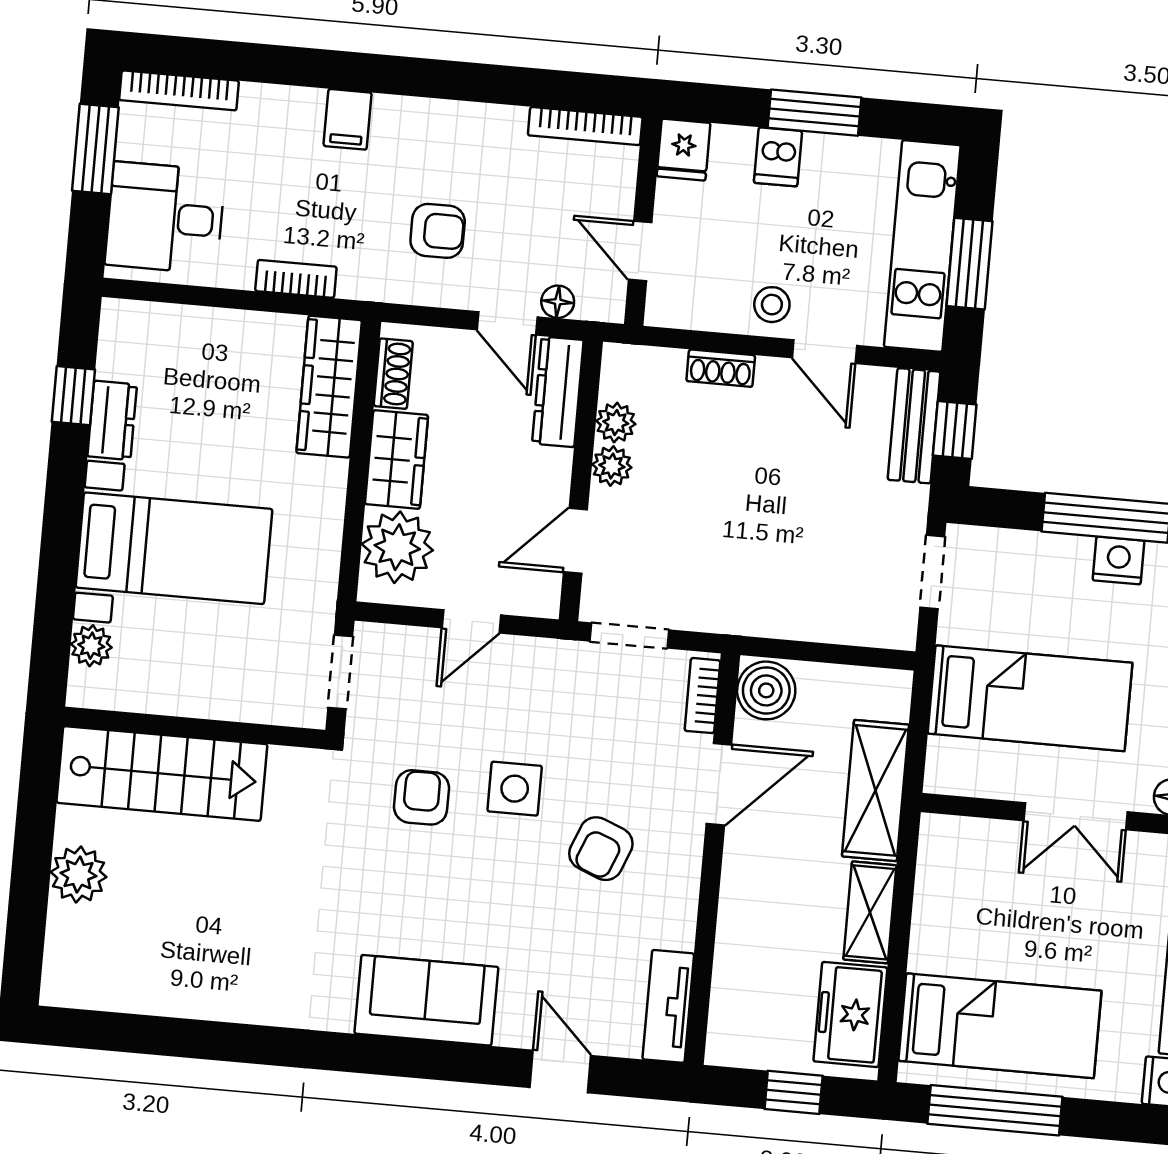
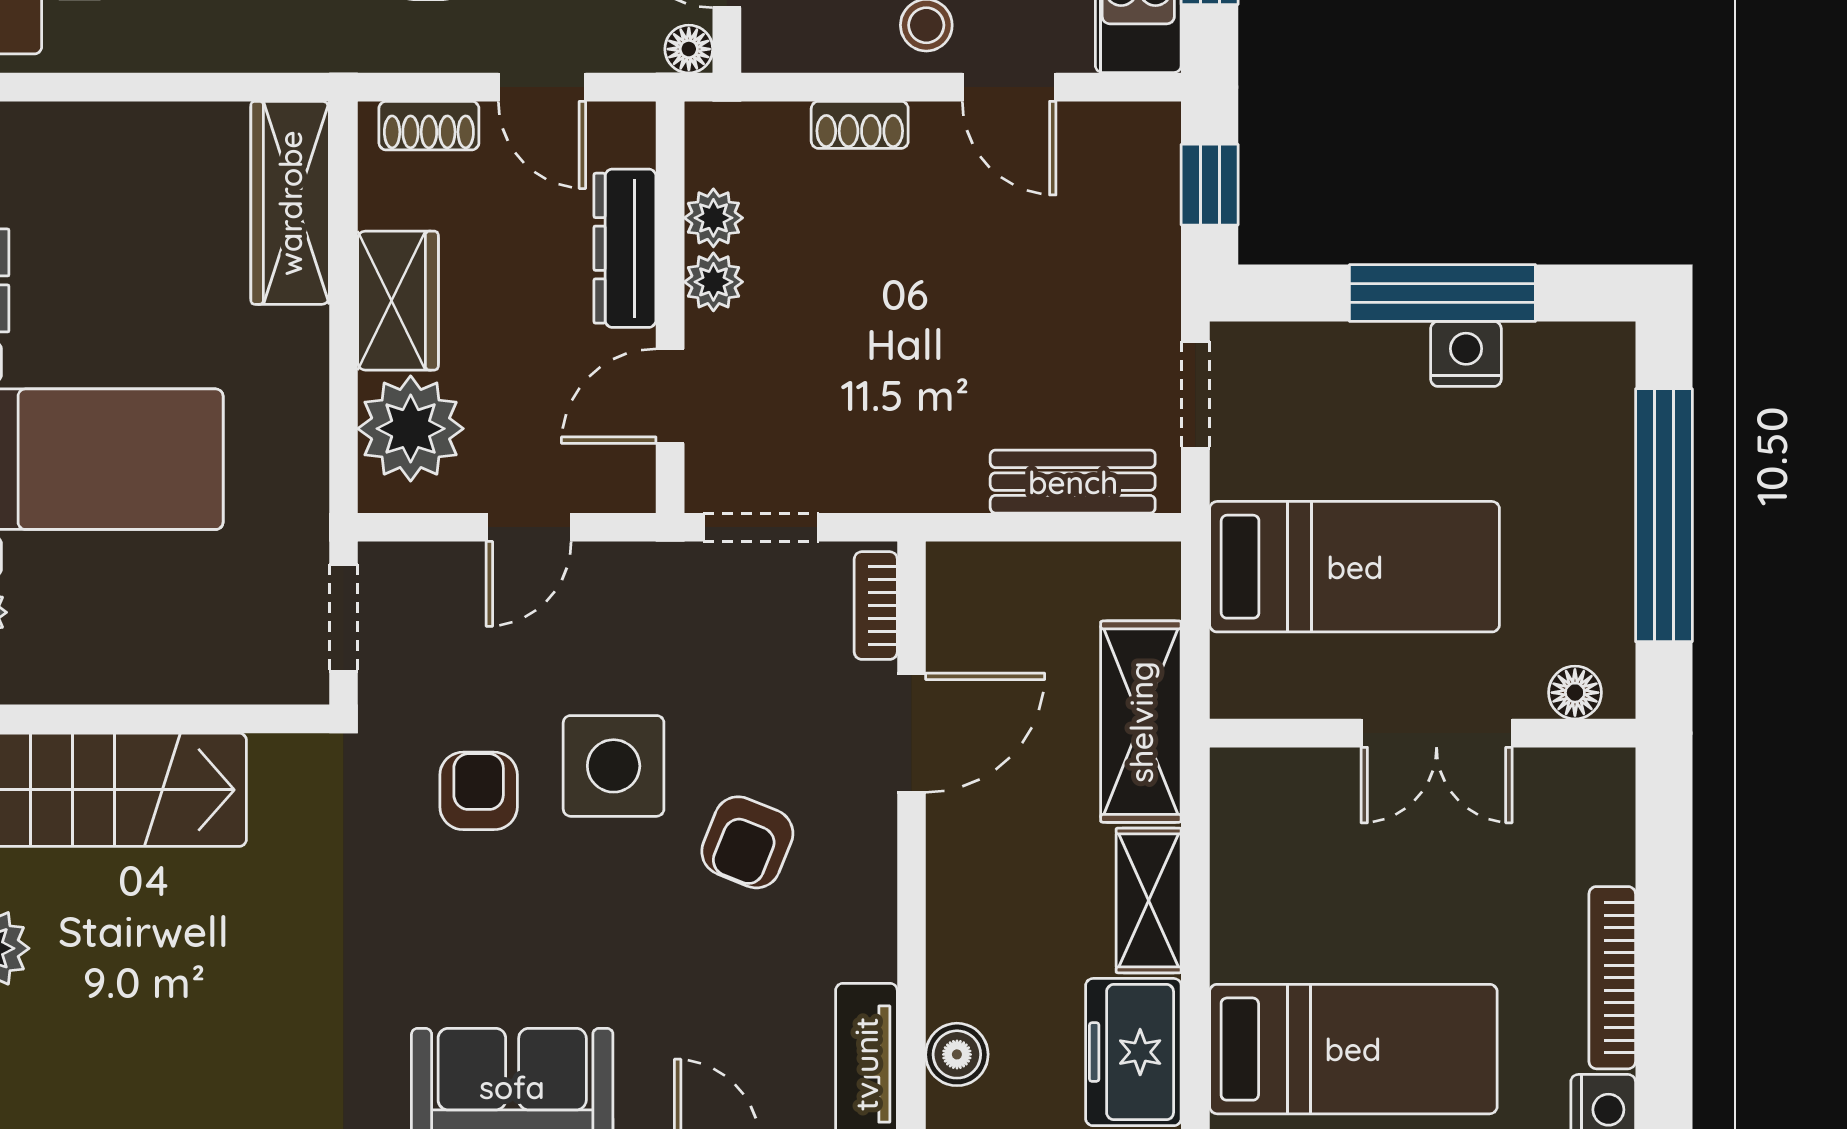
bookcase: (296, 279) -> (228, 50), removed
floor lamp: (558, 302) -> (689, 49), moved
shoe rack: (393, 374) -> (429, 126), moved, turned 90
dresser: (558, 392) -> (625, 248), moved
bench: (914, 426) -> (1073, 482), moved, turned 90
boiler: (766, 690) -> (957, 1054), moved, width x0.73, depth x0.73
side table: (515, 789) -> (614, 766), width x1.37, depth x1.37

